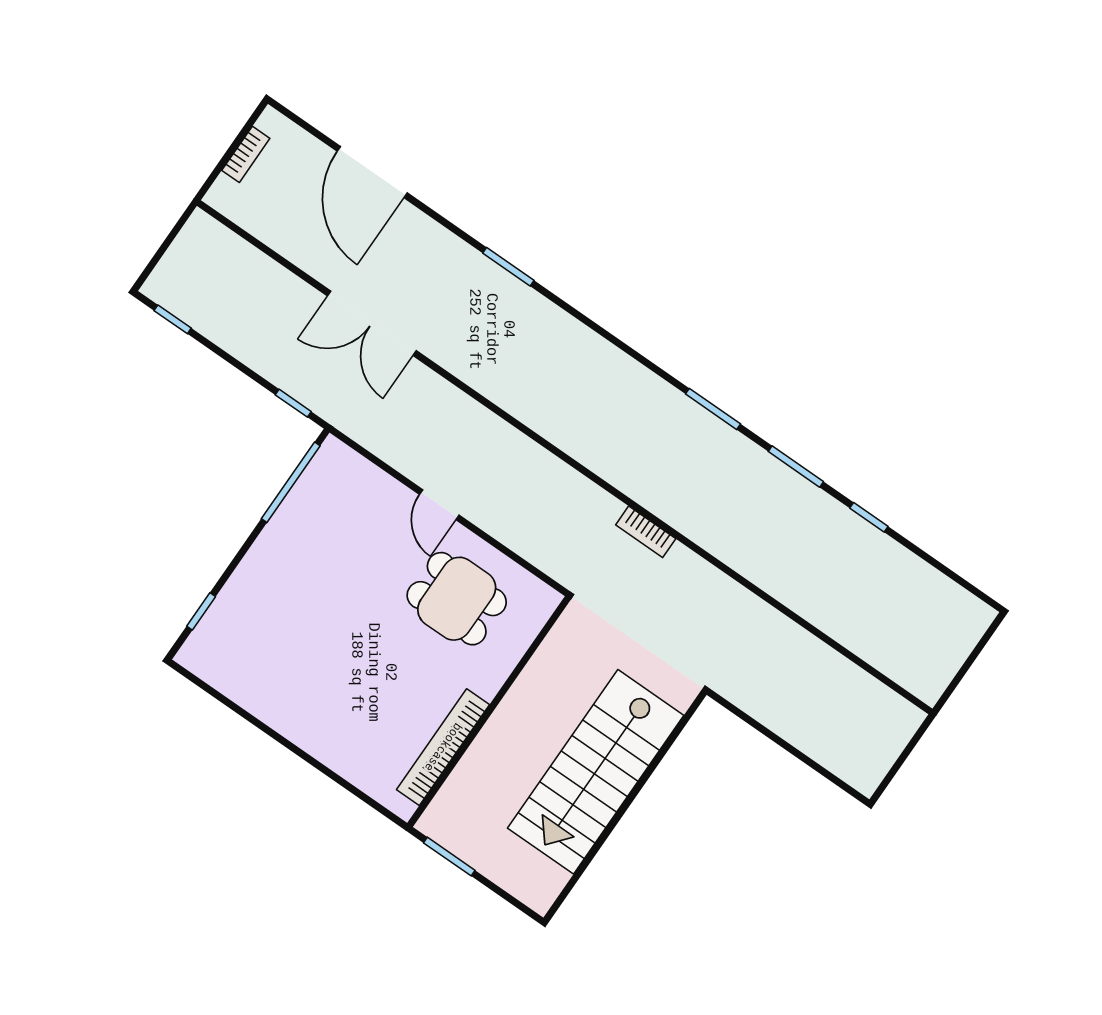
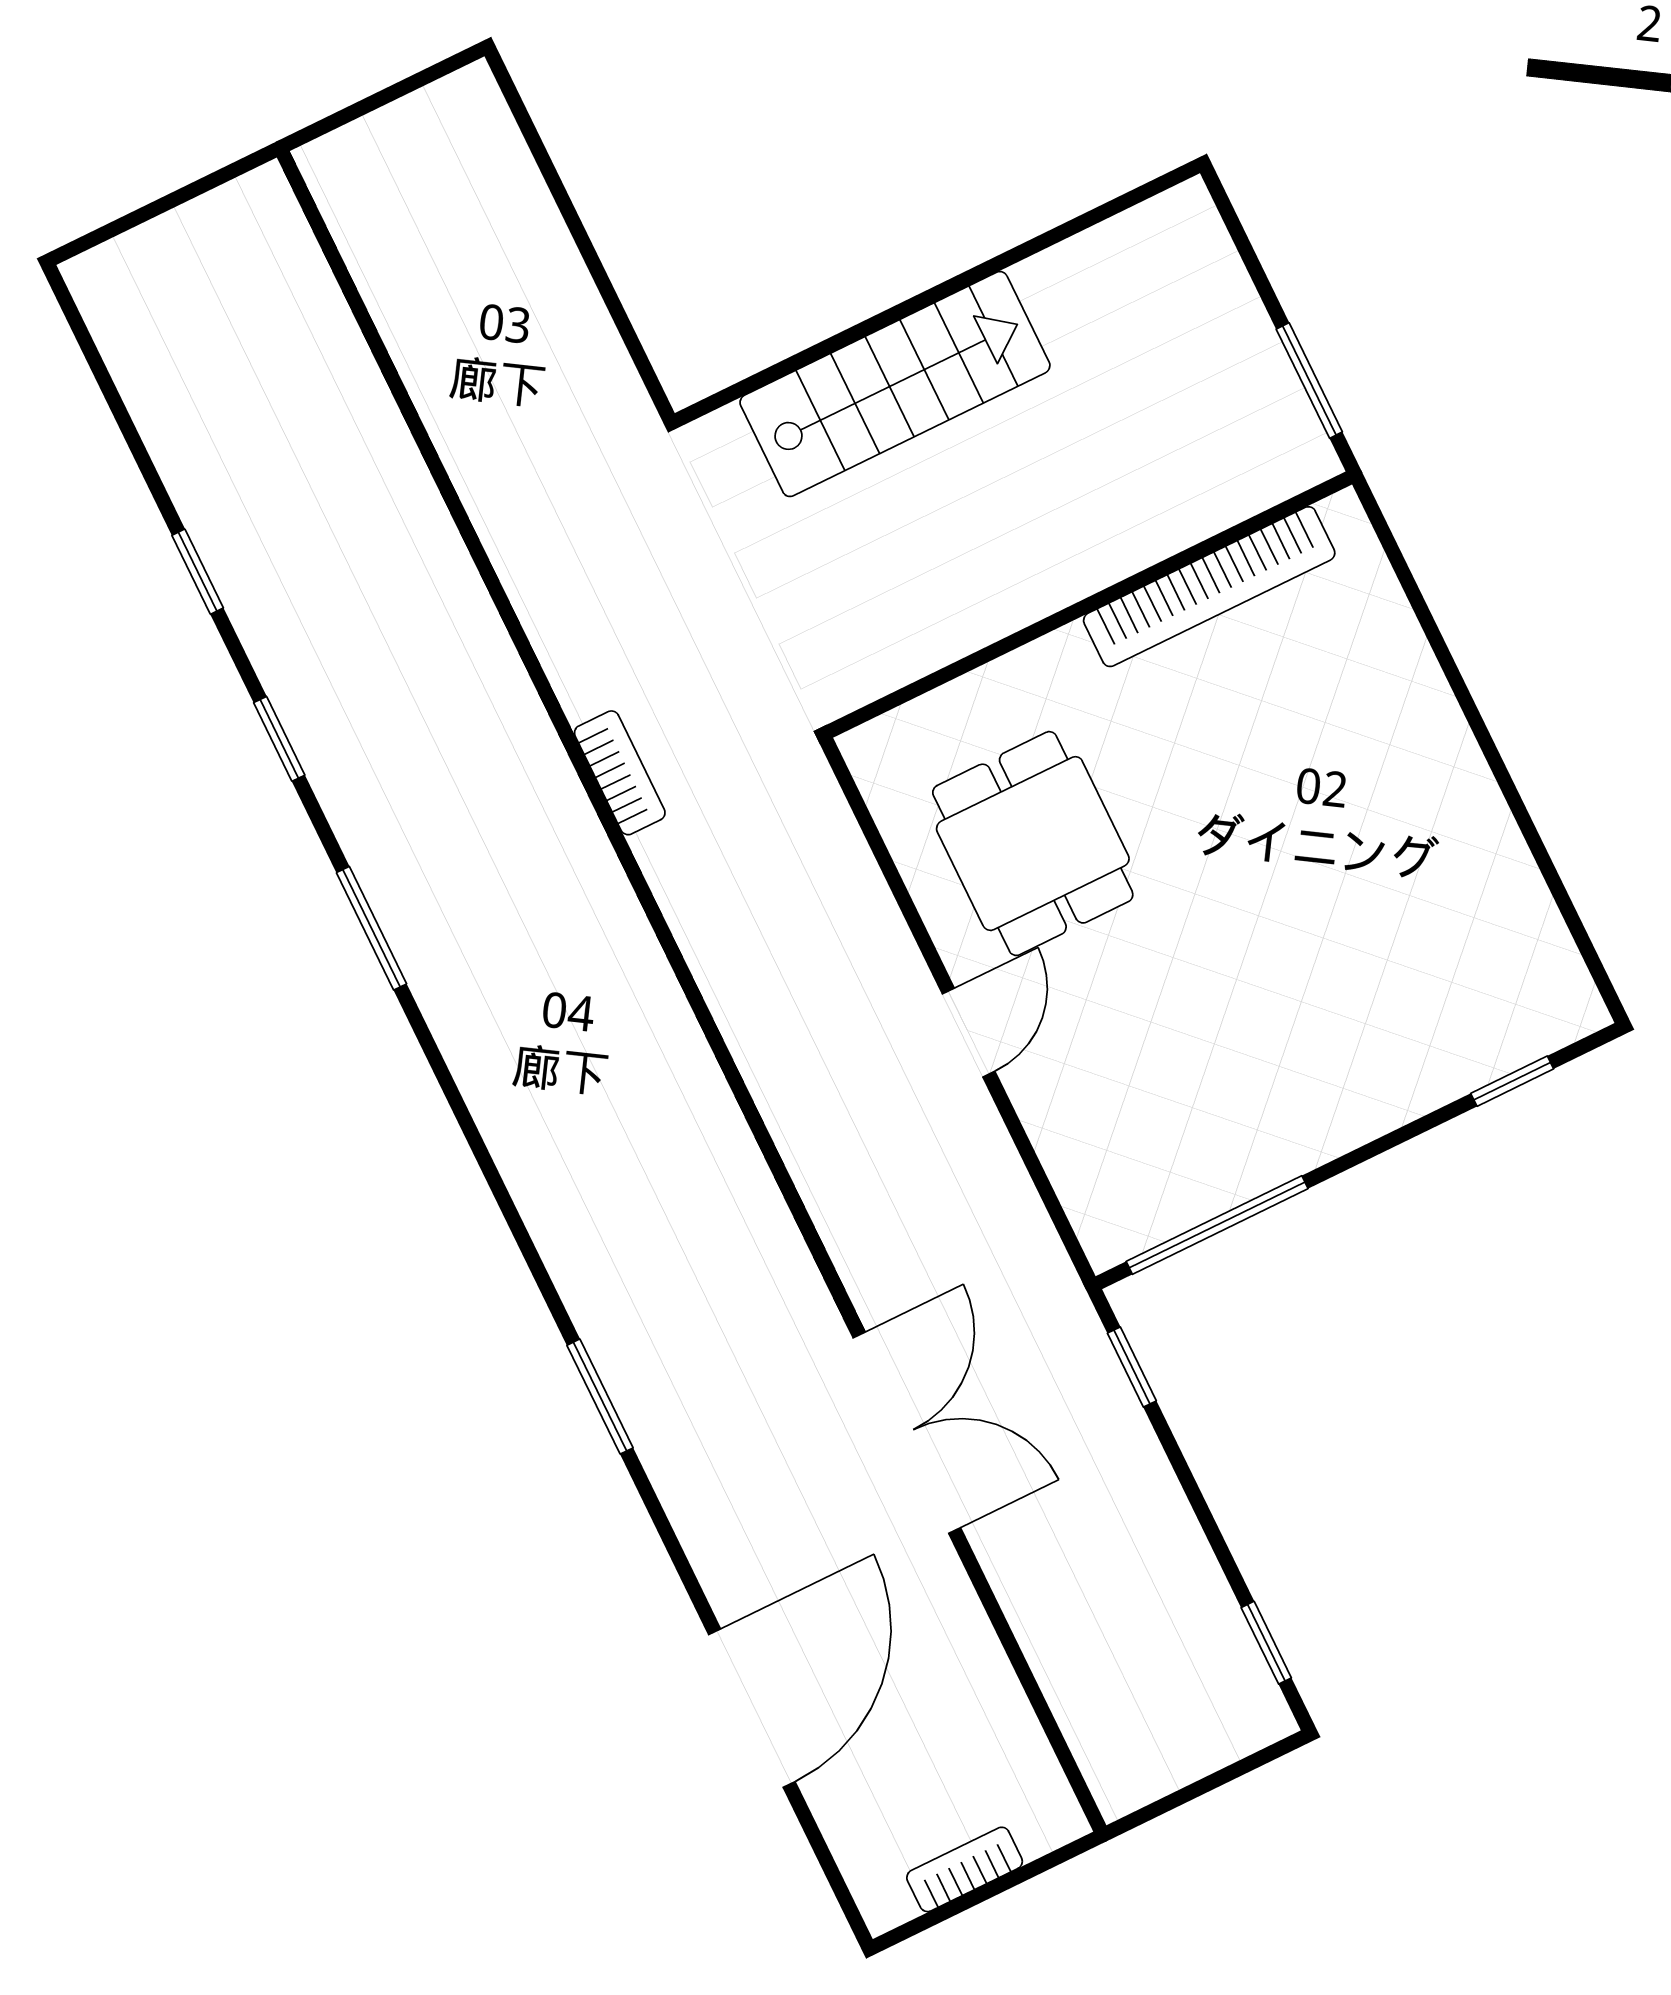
window: (796, 466) -> (279, 739), width x0.67
stairs: (596, 772) -> (895, 384), width x0.73, depth x0.66

